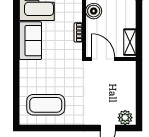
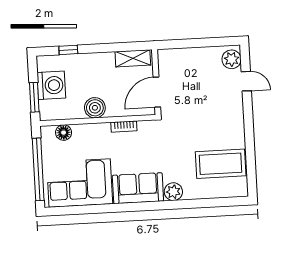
plant: (26, 68) -> (173, 192), added
coffee table: (46, 105) -> (221, 164), turned 90

